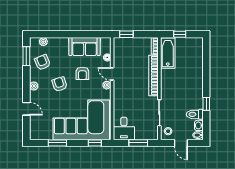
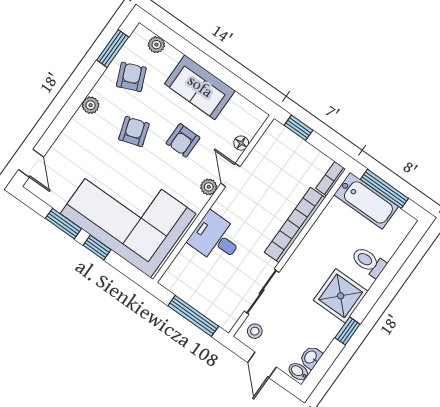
window: (180, 34) -> (384, 189), width x2.17
sofa: (85, 47) -> (200, 87), moved
bathtub: (168, 53) -> (366, 201), moved, turned 90
shower: (193, 91) -> (341, 296), added
door: (26, 109) -> (31, 163), moved
toilet: (195, 114) -> (369, 262), moved
desk: (124, 129) -> (216, 238), moved, turned 90
window: (95, 143) -> (97, 248), moved
window: (138, 143) -> (193, 316), width x1.44

